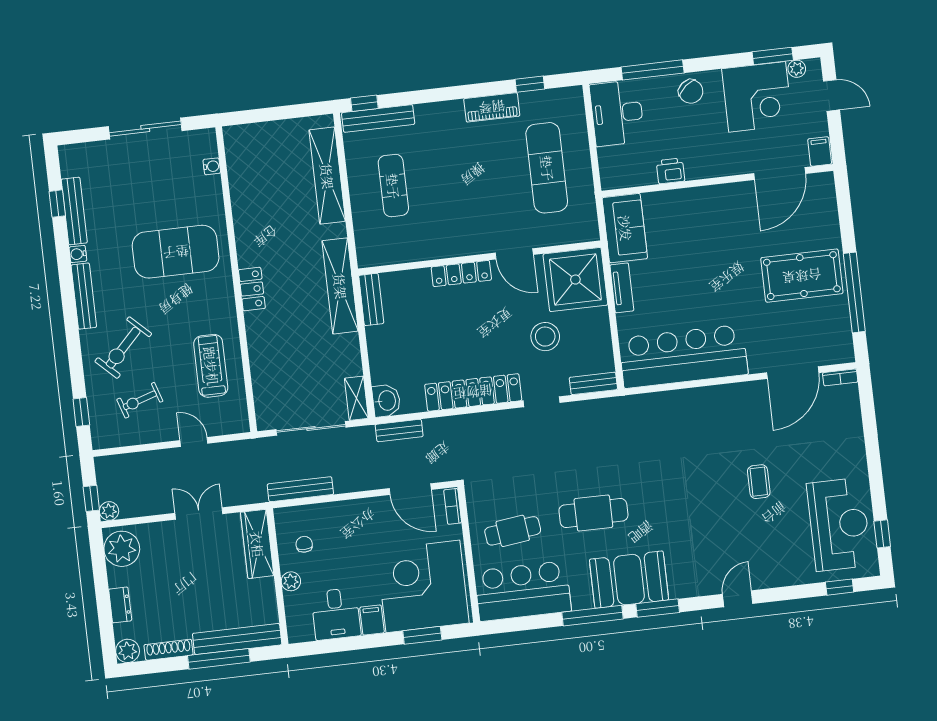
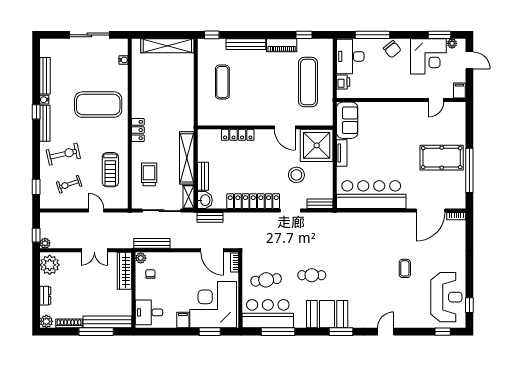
bench: (378, 118) -> (246, 44), moved
printer: (671, 171) -> (343, 82), moved, turned 90
door: (780, 174) -> (436, 100), width x0.53
shelving: (327, 176) -> (167, 46), moved, turned 90
window: (57, 204) -> (36, 112), moved
locker: (461, 274) -> (238, 135), moved
shelving: (340, 286) -> (187, 158), moved
bench: (371, 299) -> (203, 176), moved
exercise bike: (123, 348) -> (63, 154), turned -147
treadmill: (211, 366) -> (110, 170), turned 180
trolley: (281, 366) -> (149, 174), added
cafe table: (593, 513) -> (312, 275), width x0.73, depth x0.74
double door: (199, 514) -> (94, 250), swing flipped
plant: (291, 581) -> (141, 258), moved
desk: (336, 614) -> (149, 312), moved, turned 90
window: (592, 616) -> (278, 332), moved

